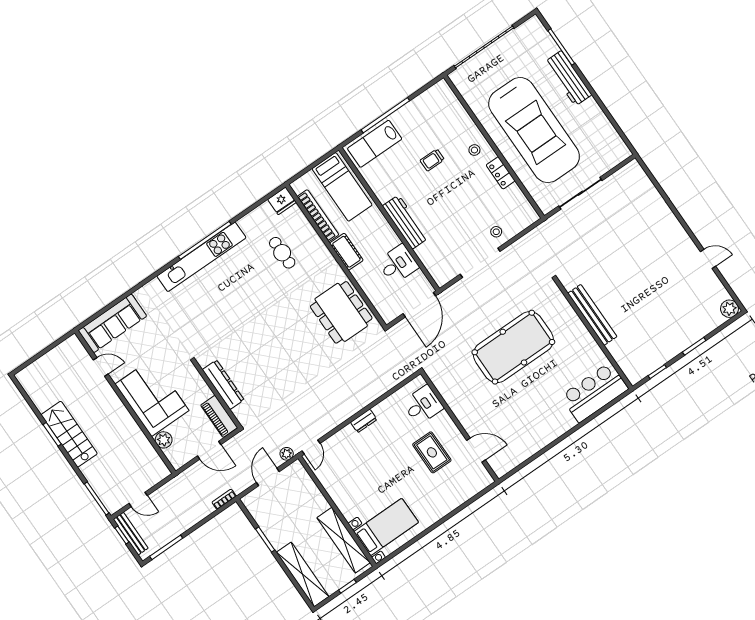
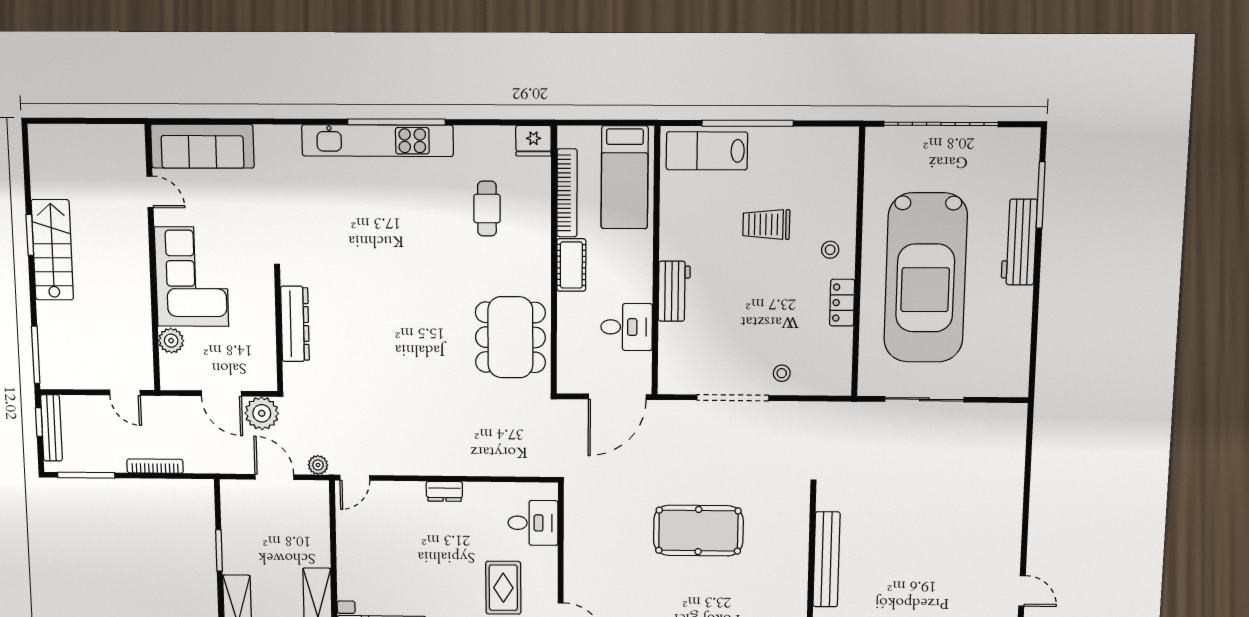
trolley: (432, 160) -> (766, 224), width x1.36, depth x1.39
workbench: (405, 222) -> (674, 291), width x0.73
pool table: (513, 347) -> (698, 531), width x0.73, depth x0.76
piano: (219, 416) -> (263, 360), removed
plant: (238, 446) -> (262, 413), added
door: (268, 477) -> (274, 477), hinge flipped
bookcase: (224, 499) -> (155, 466), moved, width x1.56
door: (138, 500) -> (125, 393), moved

